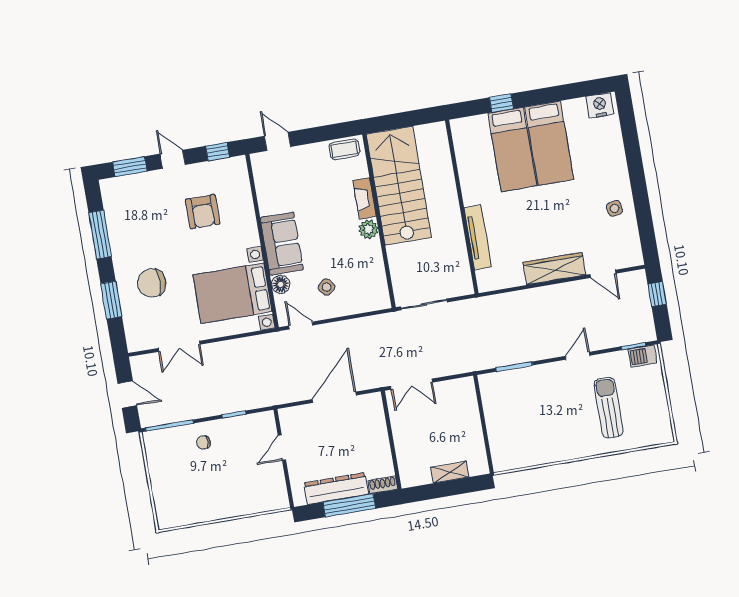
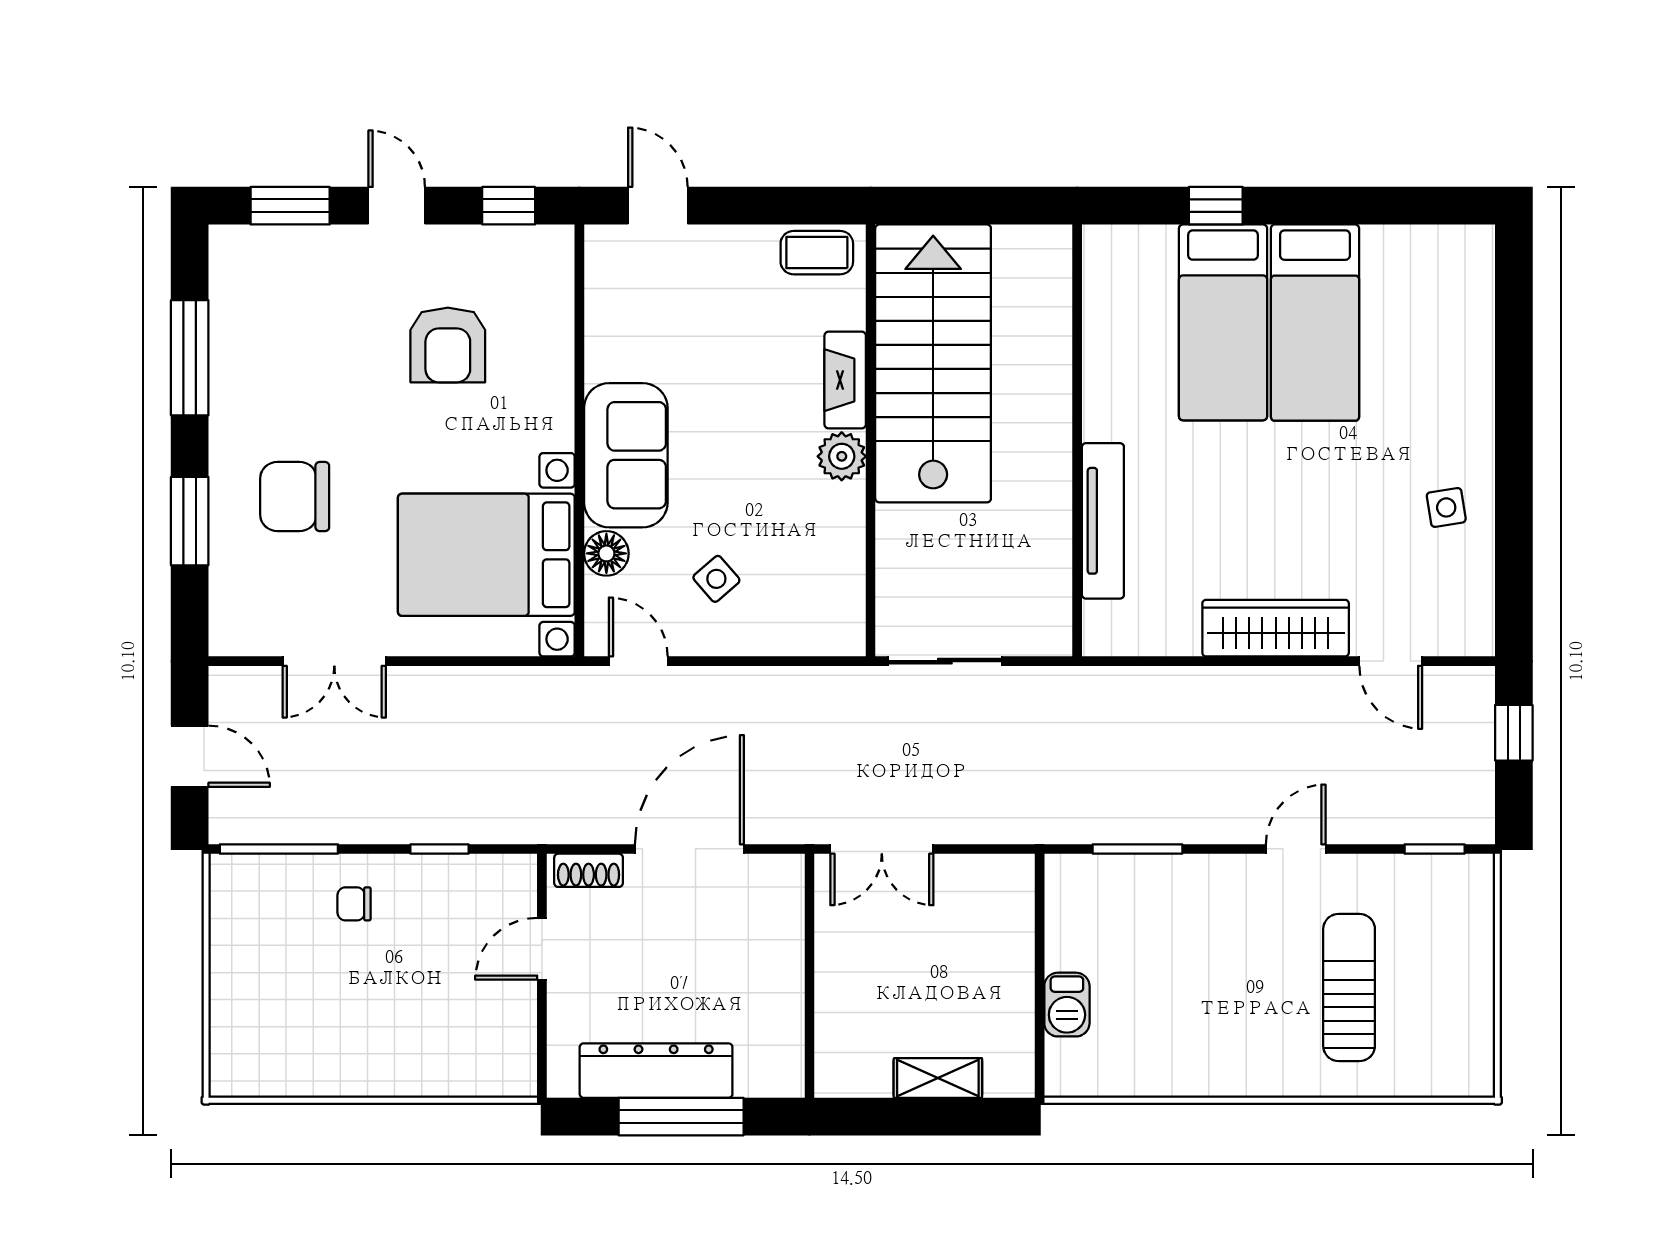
nightstand: (600, 105) -> (1453, 252), removed
barbecue: (642, 356) -> (1067, 1005), moved, turned -90
shoe rack: (383, 485) -> (589, 870), moved, turned 180

